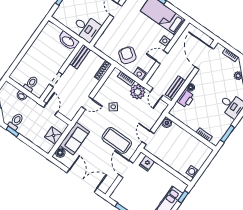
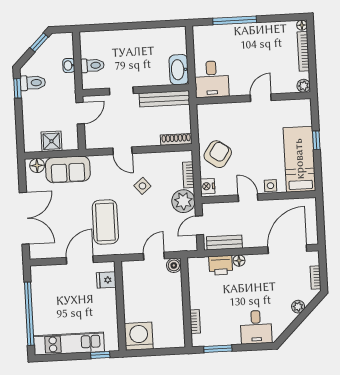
bench: (80, 57) -> (165, 99), width x1.36
door: (148, 138) -> (154, 256), moved
washing machine: (192, 172) -> (139, 336), width x1.89, depth x1.89

